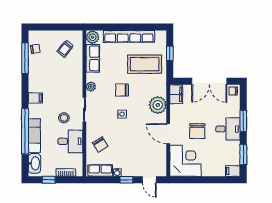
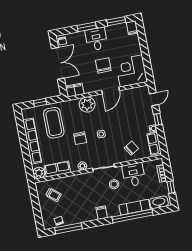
chair: (197, 131) -> (103, 65), turned -90

